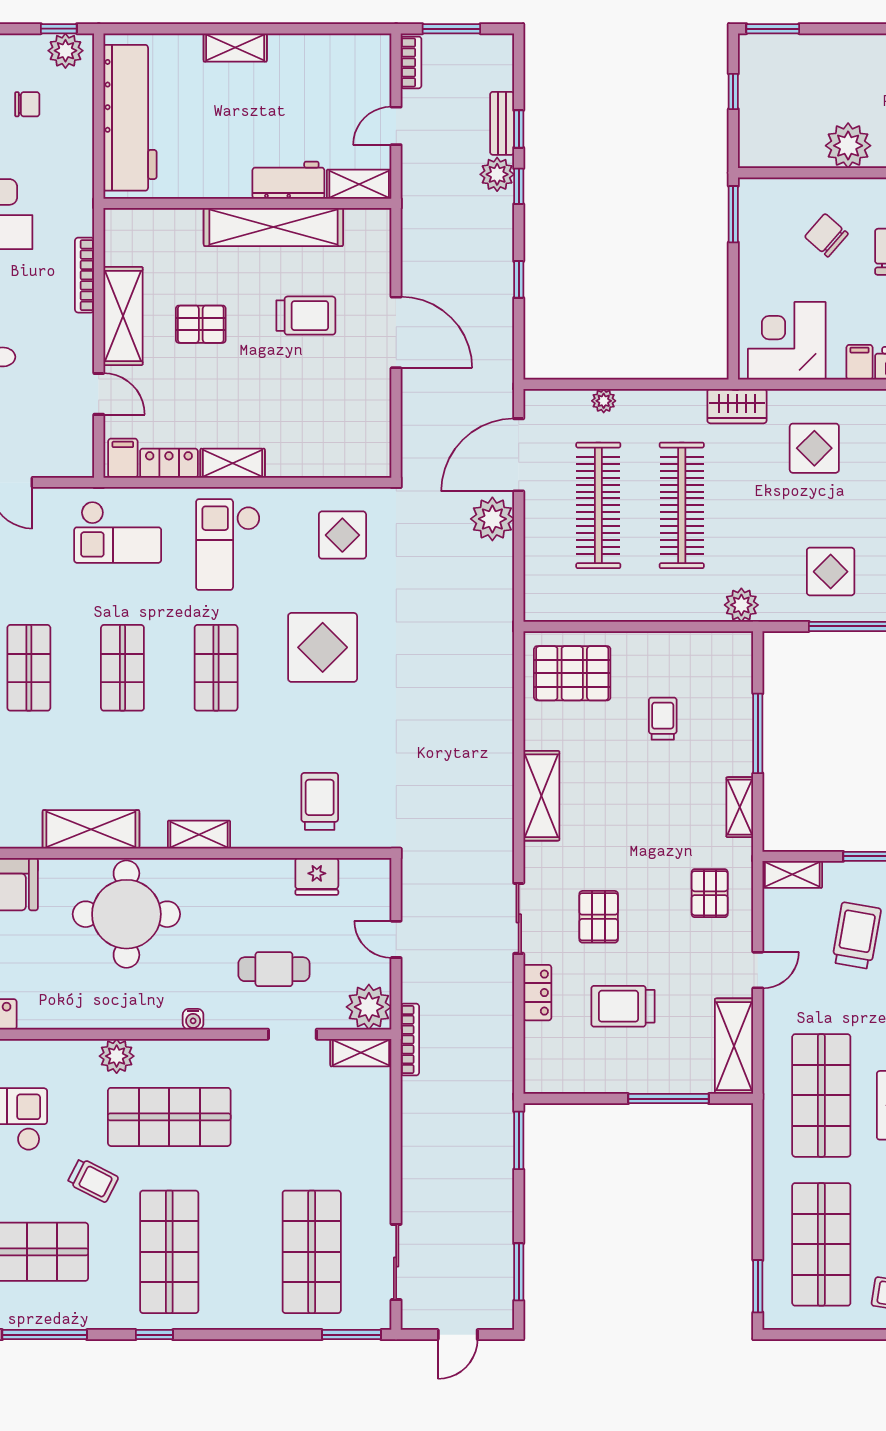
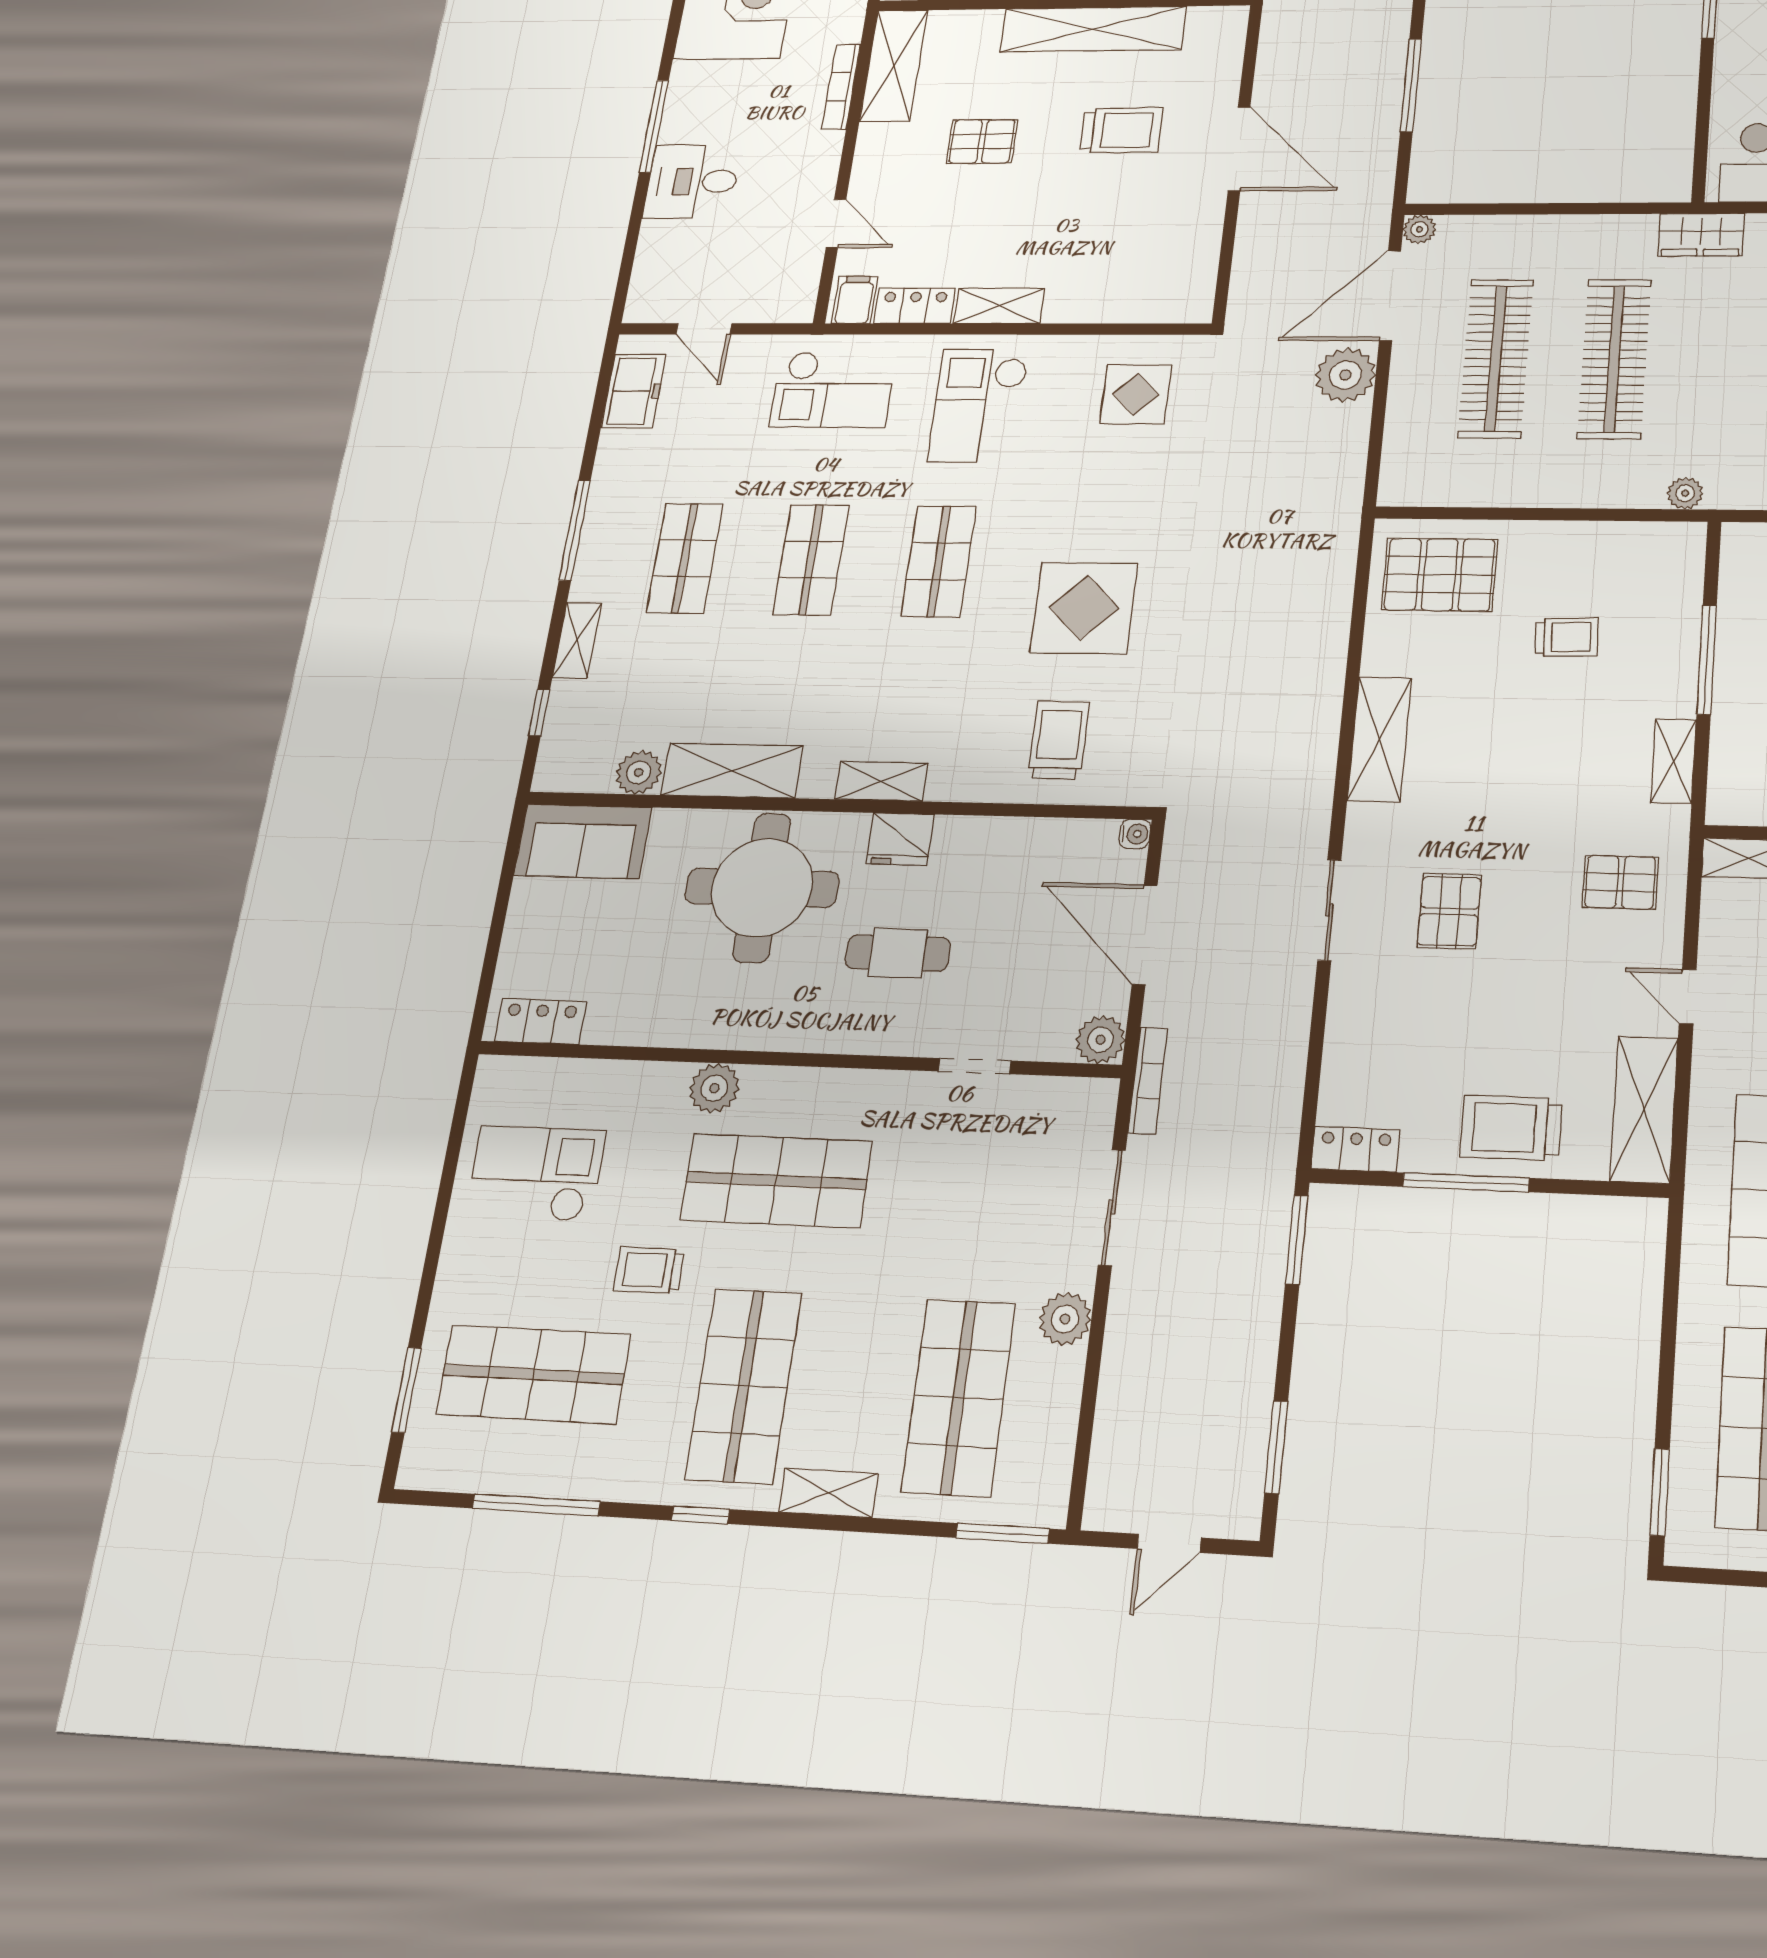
window: (519, 279) -> (1411, 85), width x2.17
shelving: (123, 316) -> (894, 66), moved
plant: (604, 401) -> (1419, 229), moved
plant: (741, 605) -> (1685, 493), width x0.73, depth x0.73
display table: (323, 647) -> (1084, 608), moved
trolley: (663, 719) -> (1567, 637), turned 88
plant: (24, 832) -> (639, 772), added
fridge: (317, 876) -> (900, 839), moved
pallet: (710, 893) -> (1620, 882), turned 90
door: (396, 939) -> (1145, 935), width x1.88
cafe table: (274, 969) -> (898, 953), moved
door: (758, 970) -> (1688, 997), swing flipped
locker: (537, 993) -> (1356, 1149), moved, turned -90
trolley: (623, 1006) -> (1511, 1128), moved
plant: (369, 1007) -> (1100, 1040), width x0.73, depth x0.73
water cooler: (193, 1019) -> (1135, 834), moved, turned -90
shelving: (361, 1053) -> (828, 1493), moved
window: (669, 1099) -> (1466, 1182), moved
trolley: (93, 1180) -> (649, 1270), turned 153
plant: (374, 1199) -> (1065, 1319), added
sliding door: (396, 1262) -> (1112, 1207), moved

